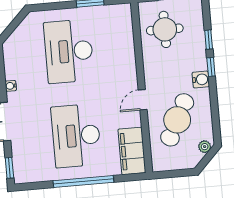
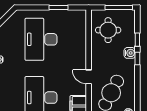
water cooler: (201, 79) -> (130, 53), moved
door: (143, 100) -> (89, 77), hinge flipped

